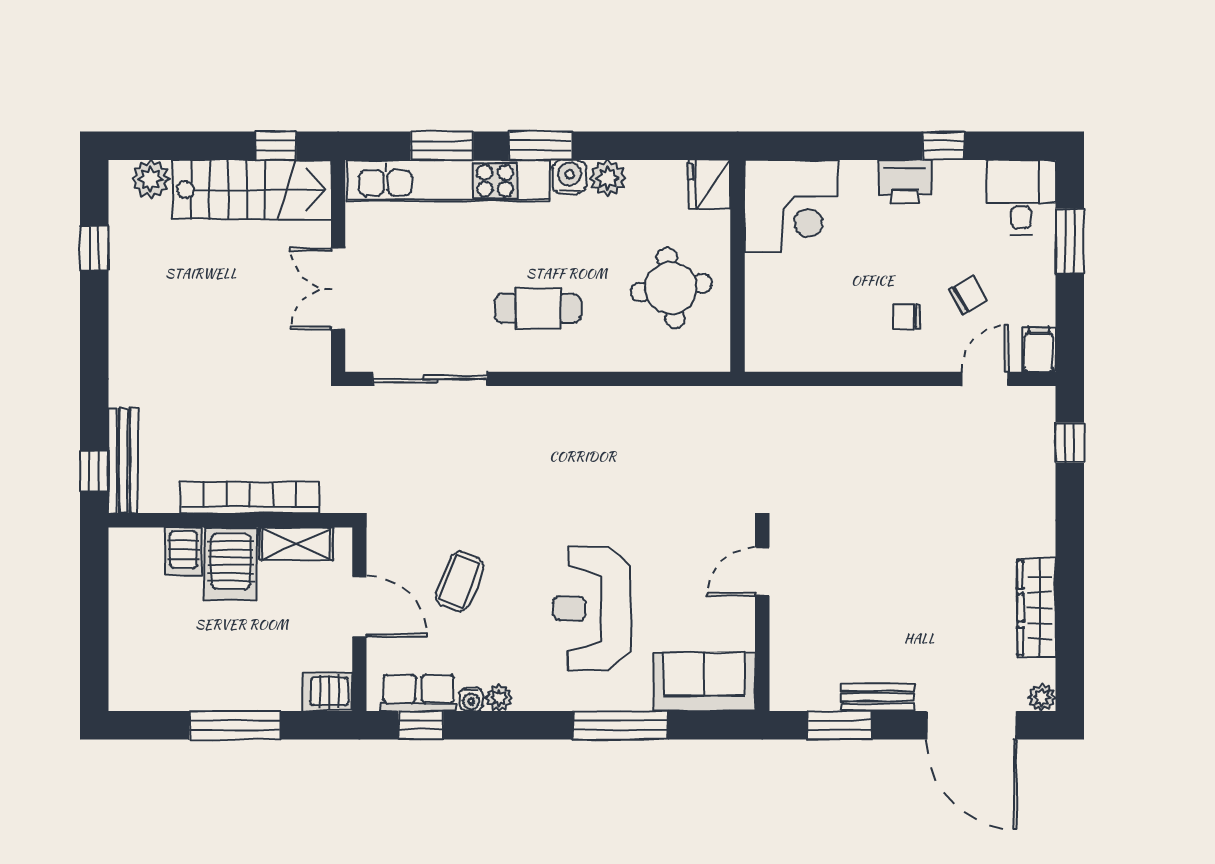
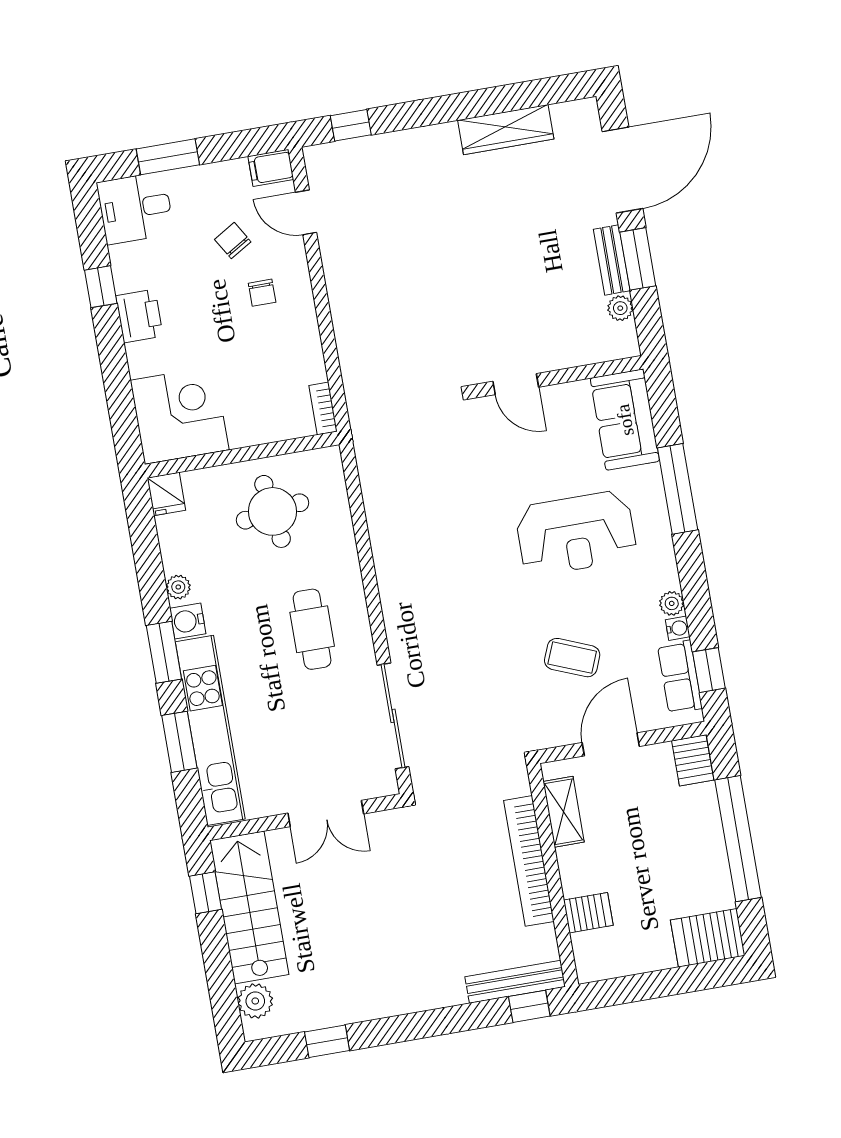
plant: (608, 178) -> (178, 587), width x0.73, depth x0.73
fridge: (709, 184) -> (166, 494), width x0.72
bookcase: (772, 361) -> (323, 408), added
server rack: (231, 564) -> (708, 938), moved, turned 180
plant: (1042, 697) -> (620, 308), moved
window: (235, 725) -> (738, 839), width x1.46
window: (840, 725) -> (638, 259), moved

